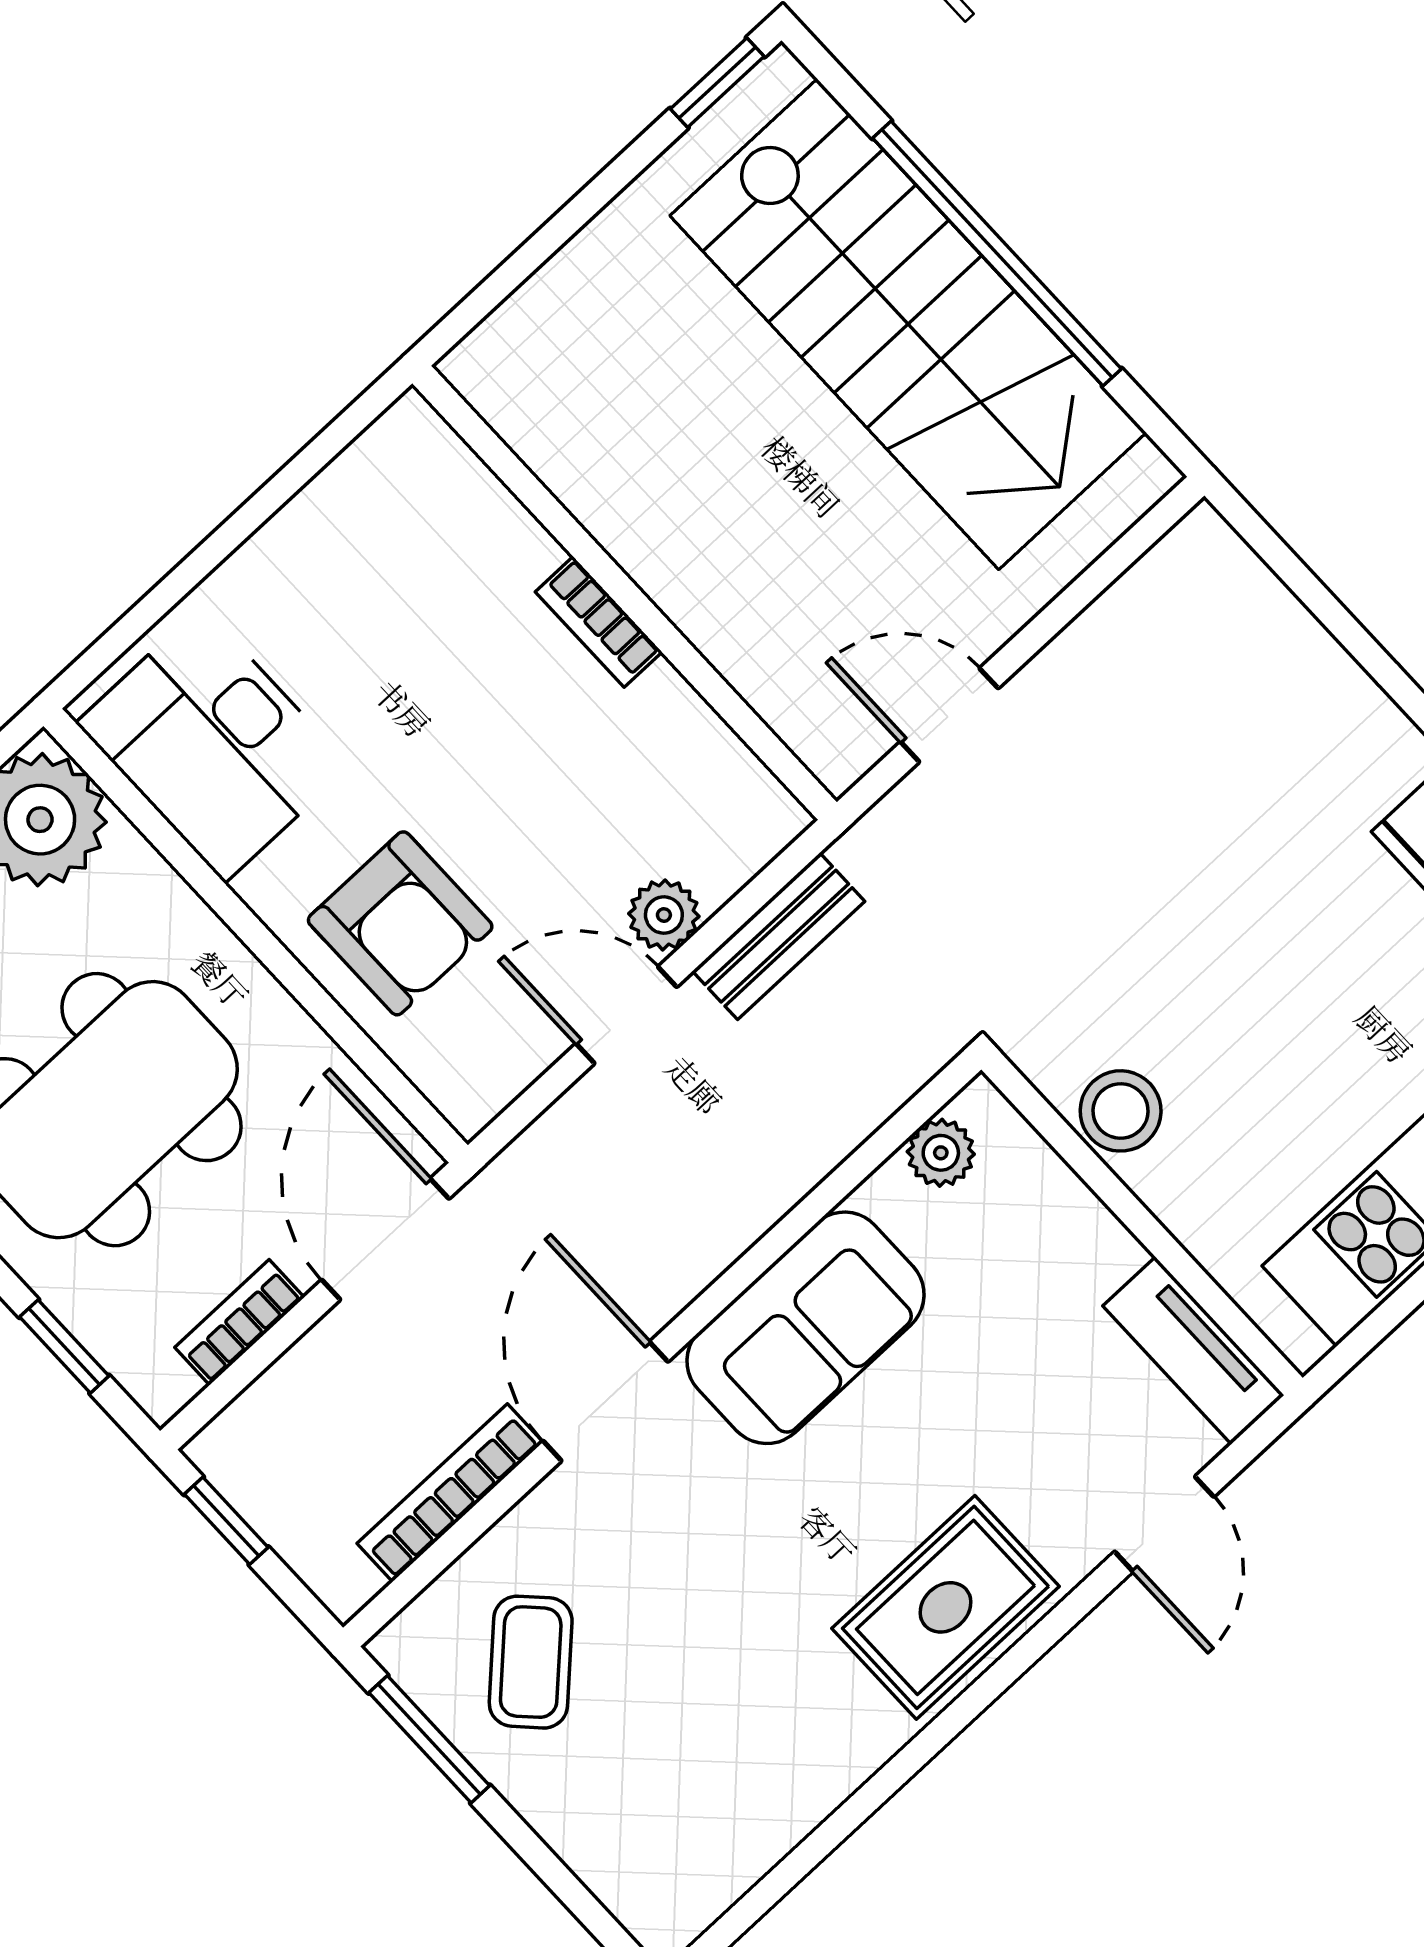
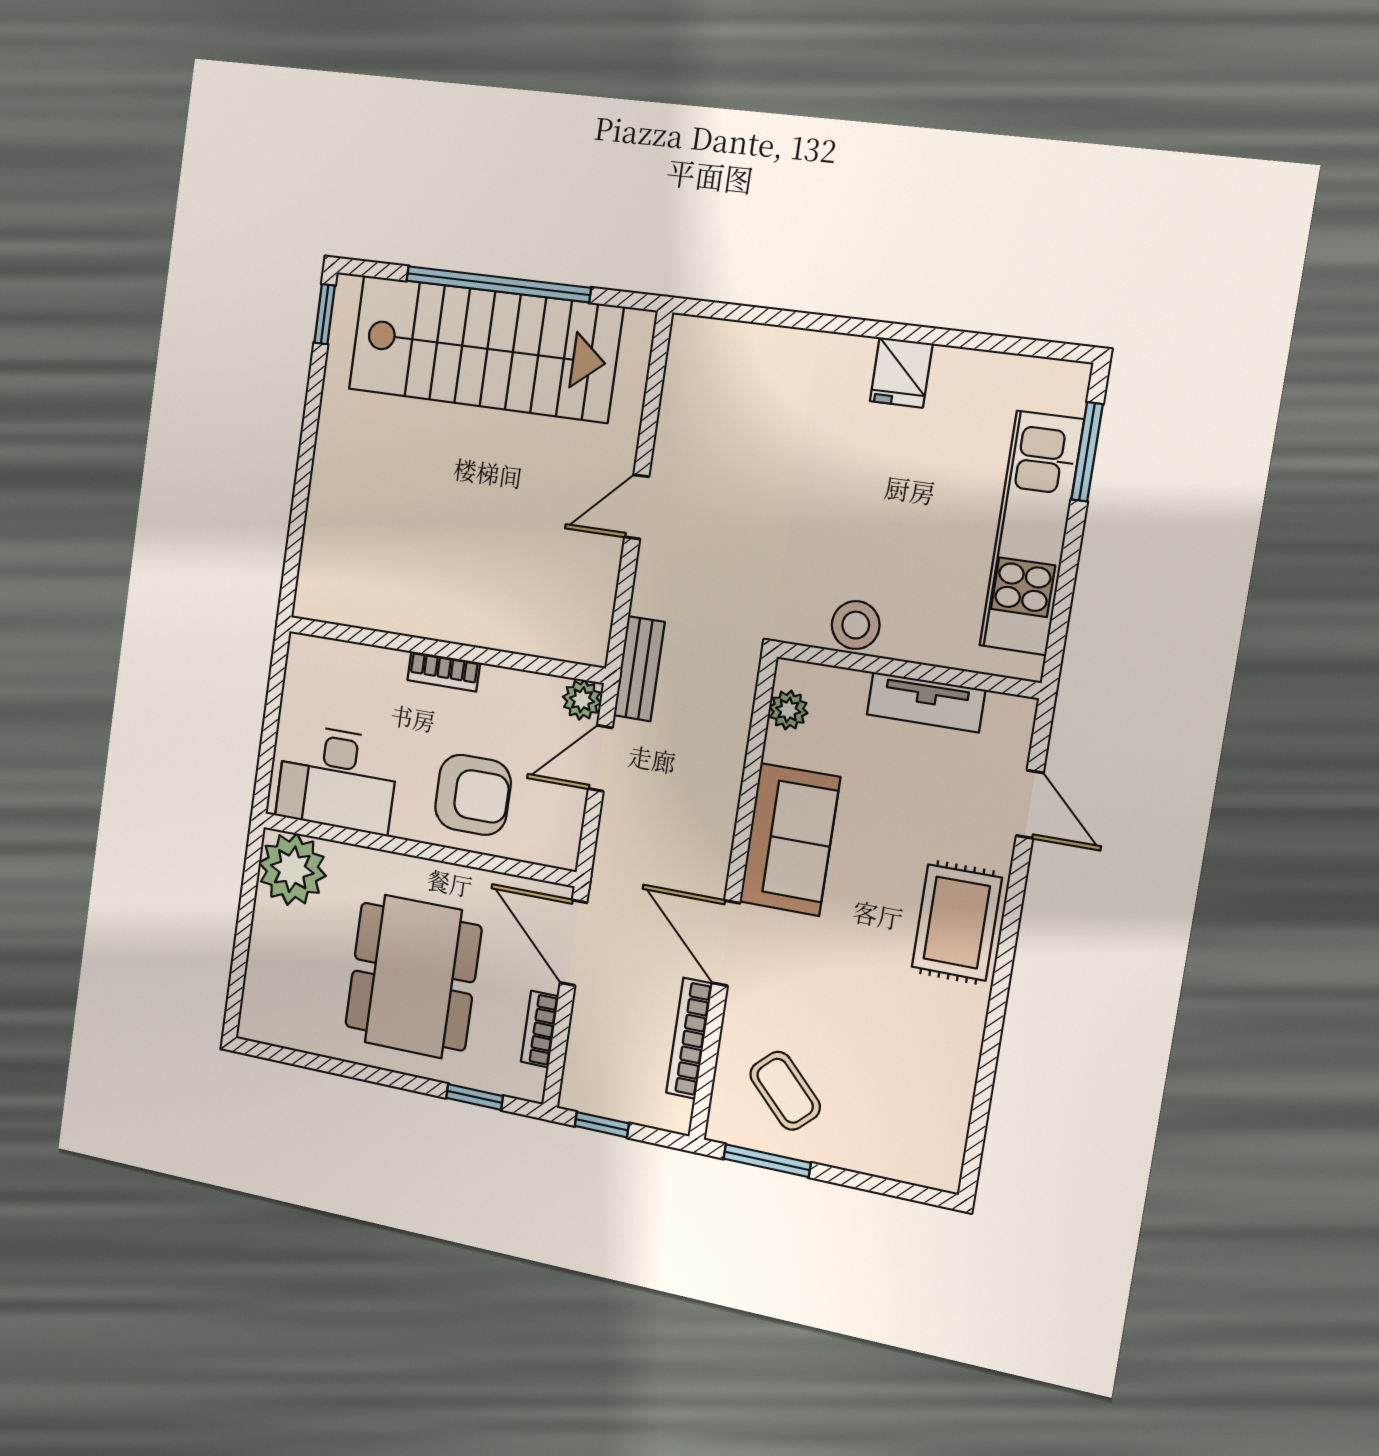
wall: (625, 593) -> (445, 649), moved
bookcase: (599, 622) -> (444, 671), moved
tv unit: (1193, 1350) -> (926, 702), moved

